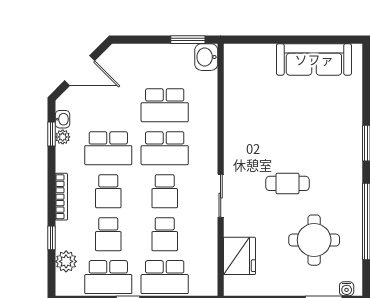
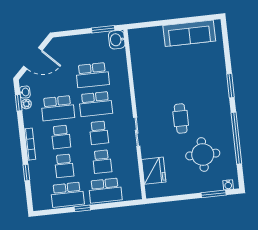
cafe table: (287, 183) -> (181, 118), turned 90
plant: (66, 261) -> (38, 187), removed

